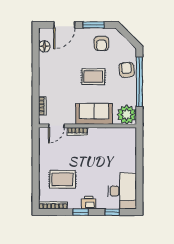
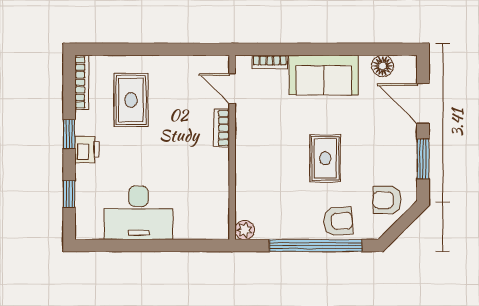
armchair: (101, 43) -> (387, 200), moved
sofa: (94, 114) -> (324, 75), moved, turned 90
plant: (127, 115) -> (245, 230), width x0.53, depth x0.53
desk: (122, 191) -> (138, 213), moved

